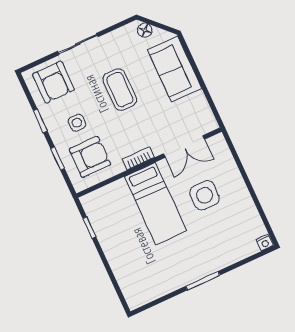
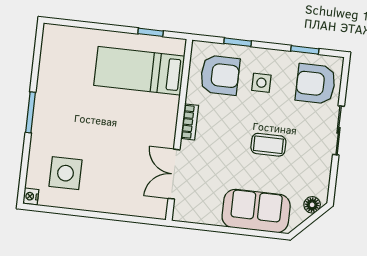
coffee table: (120, 90) -> (268, 145), width x0.73, depth x0.77
window: (40, 121) -> (305, 50), moved
armchair: (90, 157) -> (220, 75), turned -90
side table: (205, 195) -> (66, 173), moved
bed: (156, 204) -> (139, 71), moved

